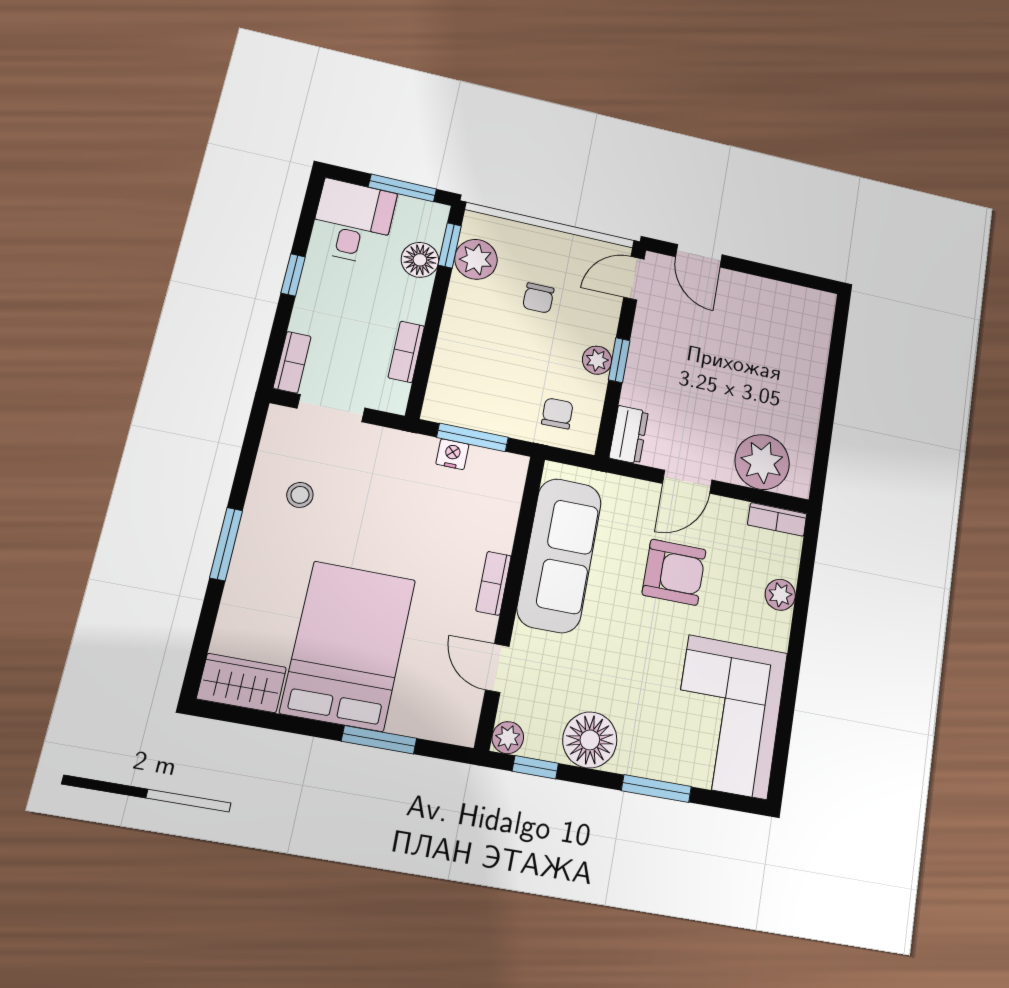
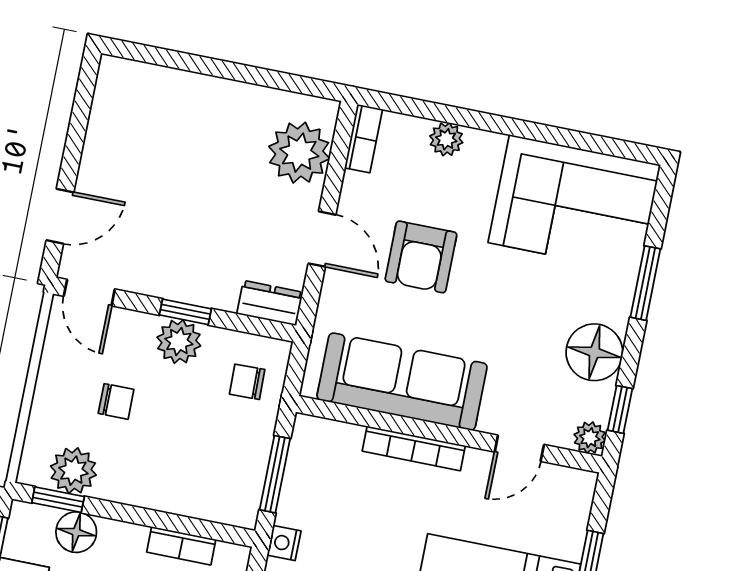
plant: (597, 360) -> (179, 342), width x1.38, depth x1.38
nightstand: (452, 454) -> (284, 543), moved
armchair: (674, 572) -> (421, 257), turned 180
bookcase: (494, 583) -> (414, 448), width x1.56

